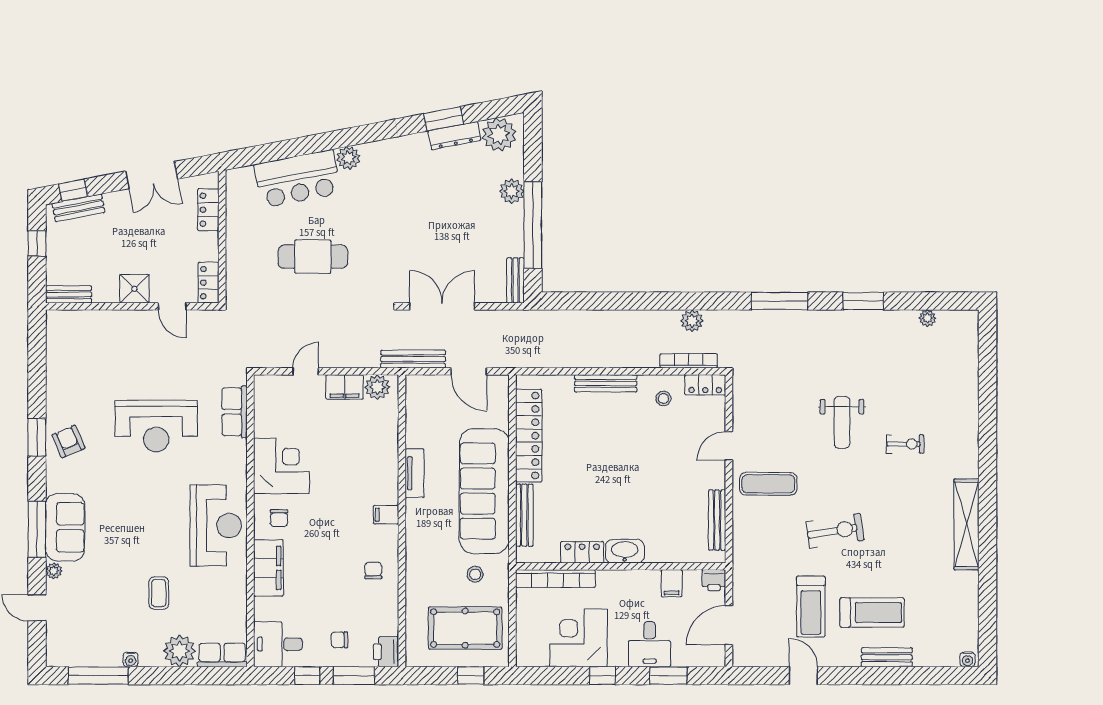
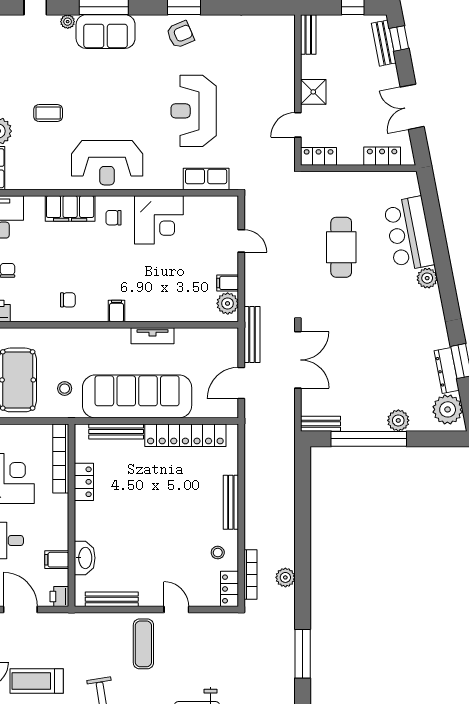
filing cabinet: (345, 387) -> (228, 283), width x0.50
washbasin: (625, 551) -> (85, 558), moved

